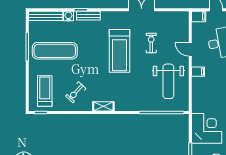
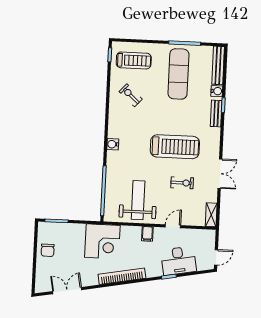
filing cabinet: (199, 16) -> (209, 237), removed
treadmill: (119, 51) -> (175, 147), turned 180
weight bench: (168, 81) -> (138, 200), turned 90
shelving: (103, 106) -> (211, 215), moved
water cooler: (120, 106) -> (113, 144), added
corner desk: (207, 128) -> (102, 241), moved

